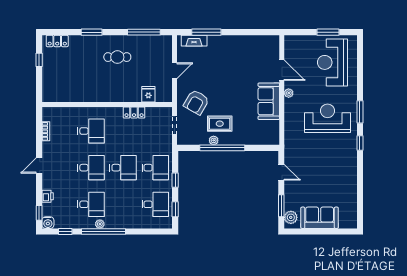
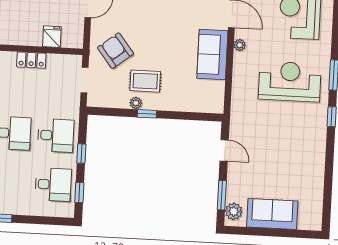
armchair: (196, 102) -> (115, 51), turned 112
window: (222, 148) -> (147, 114), width x0.32

